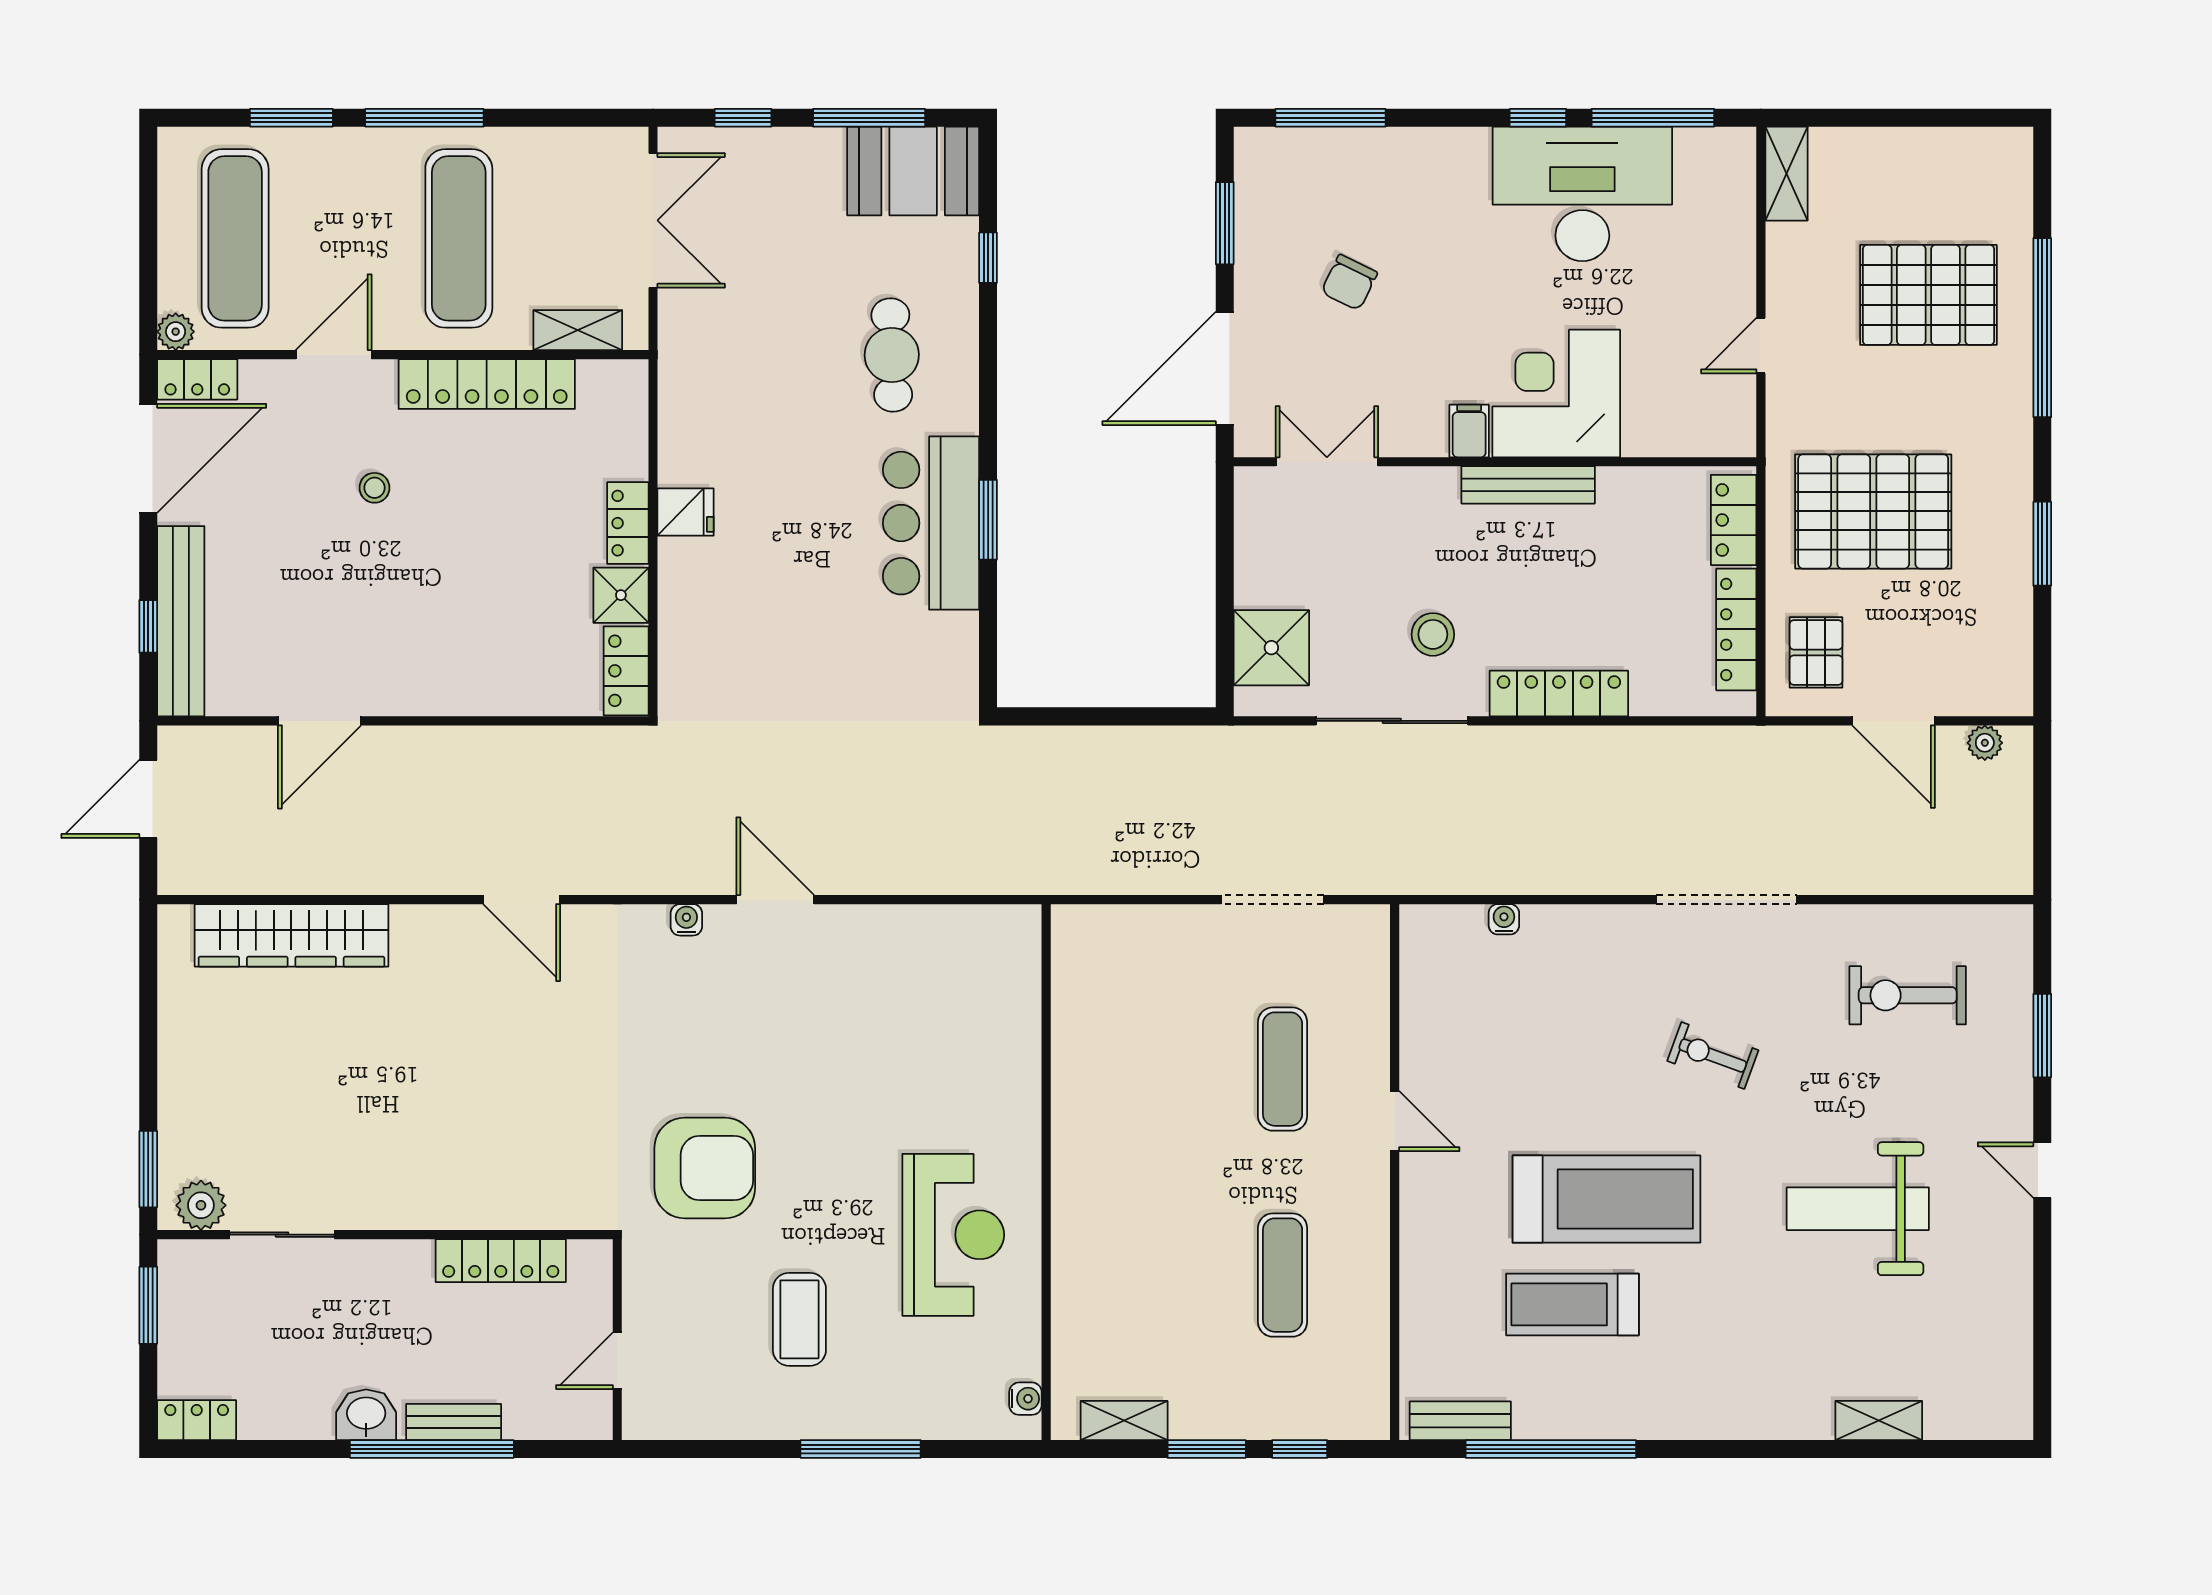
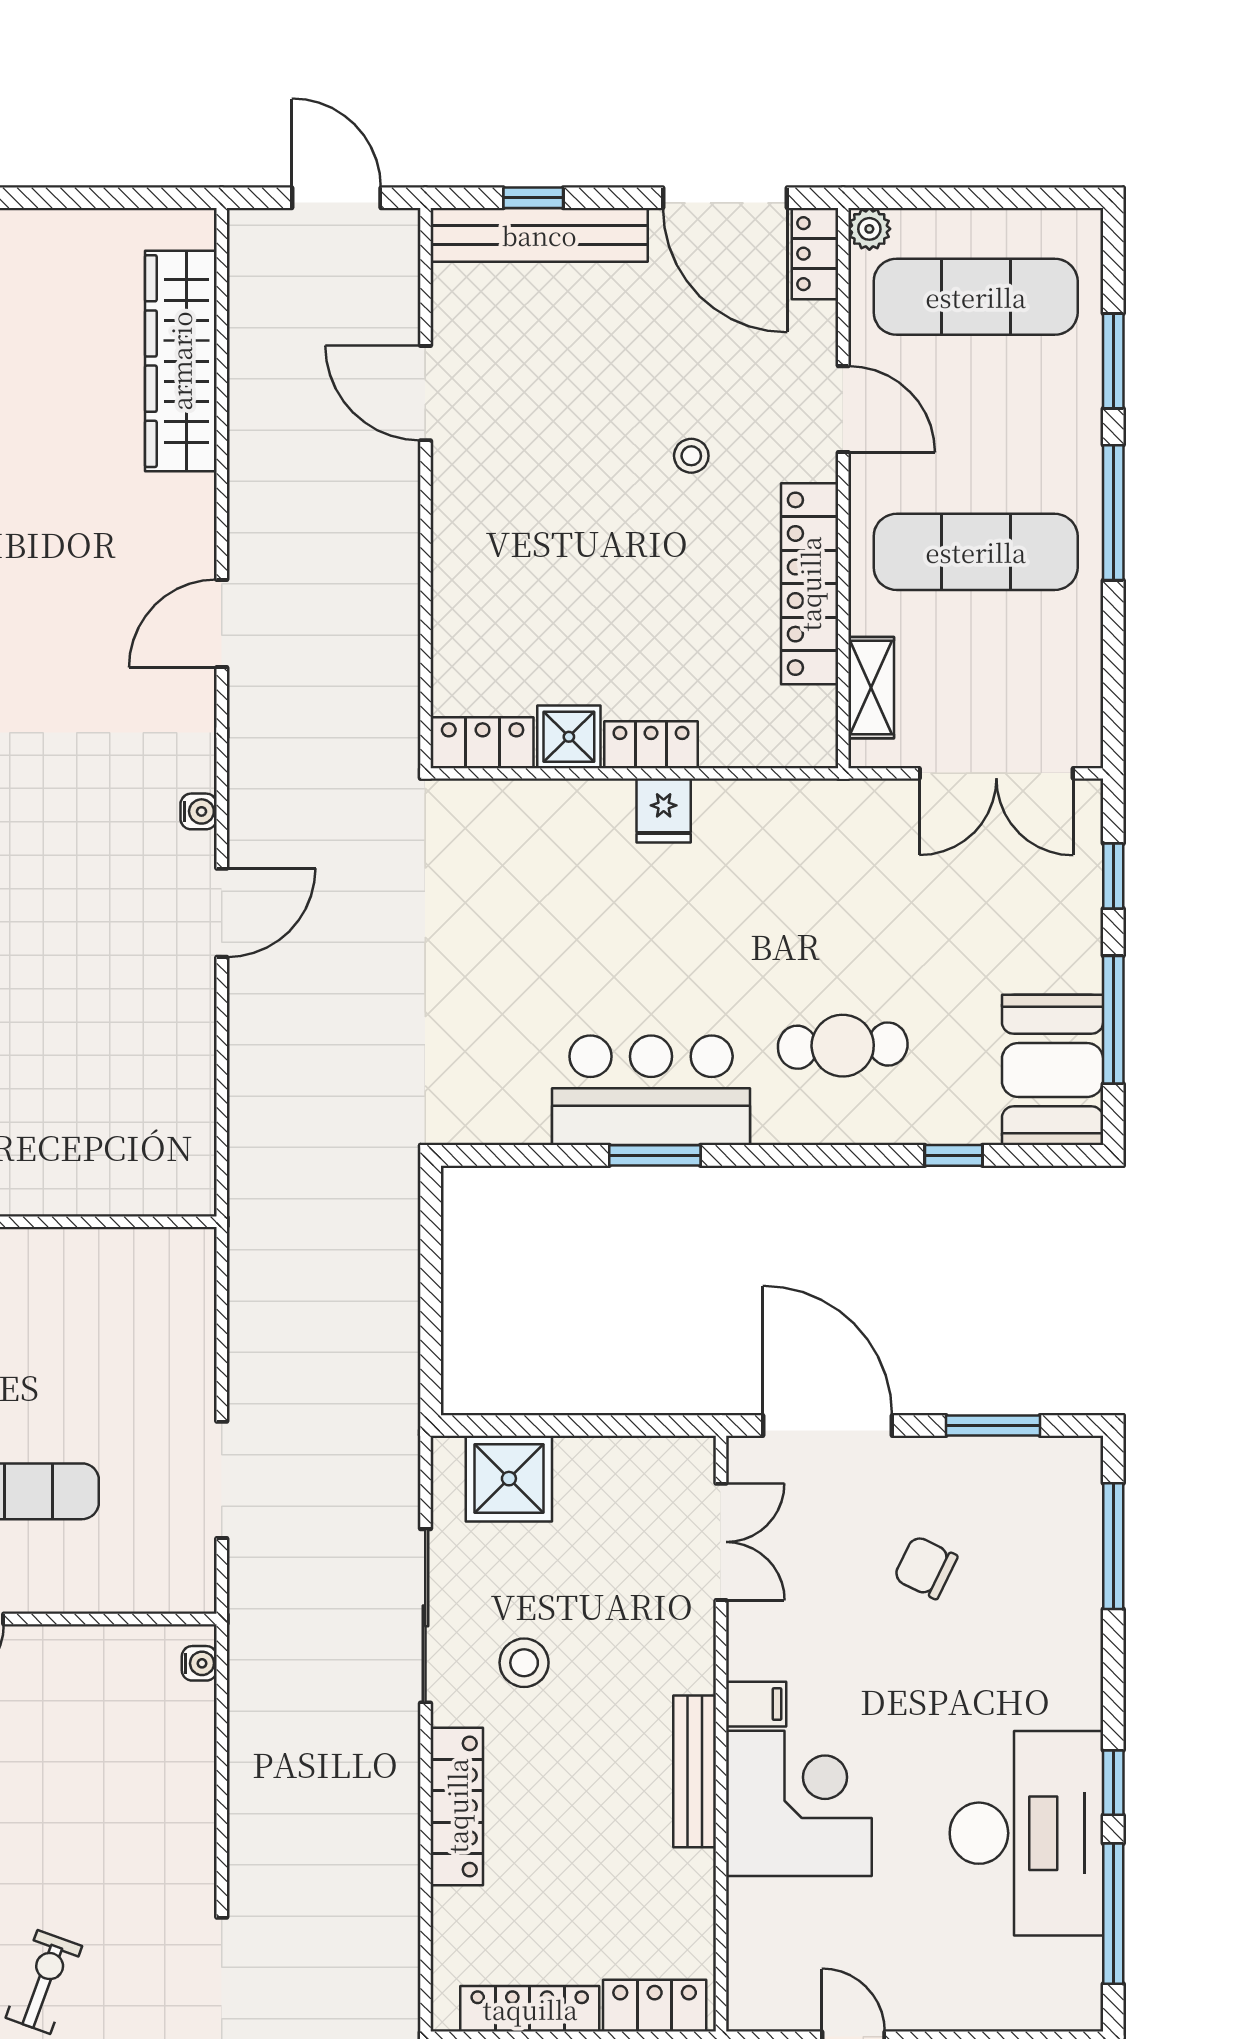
water cooler: (1504, 919) -> (199, 1663), moved

